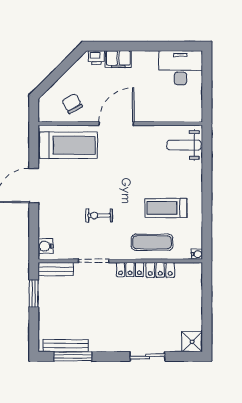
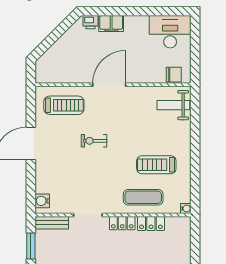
chair: (72, 104) -> (174, 75), moved, turned 119
treadmill: (68, 145) -> (64, 105), width x0.73, depth x0.73
exercise bike: (99, 216) -> (94, 141), moved

